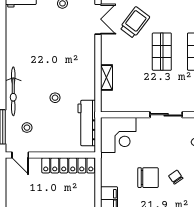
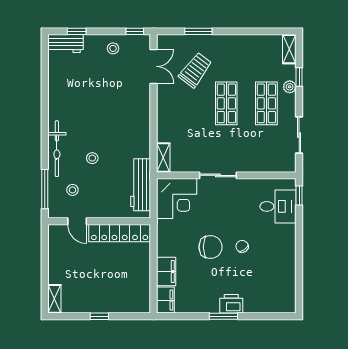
shelving: (107, 77) -> (163, 158), moved
stool: (55, 98) -> (92, 158), moved
sliding door: (166, 115) -> (218, 175), moved
door: (20, 155) -> (77, 221), moved

